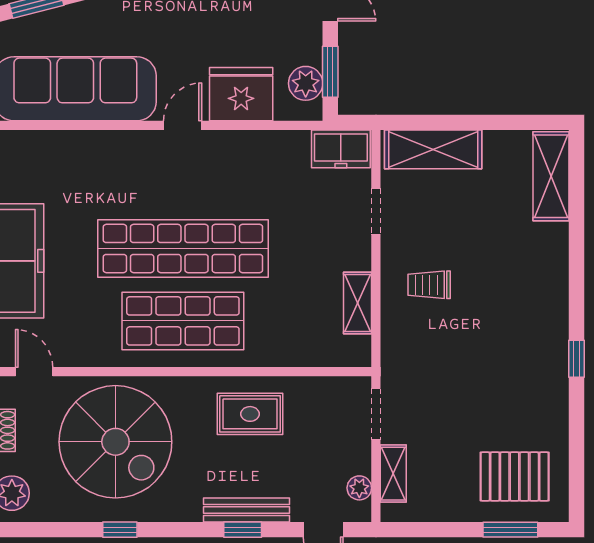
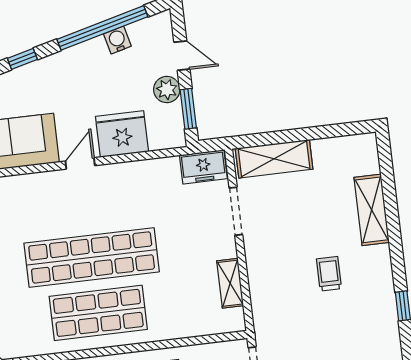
plant: (306, 83) -> (167, 90), moved
shelving: (551, 176) -> (372, 210), moved
doorway: (376, 211) -> (236, 211), width x1.38
trolley: (429, 285) -> (329, 274), moved, turned 90

